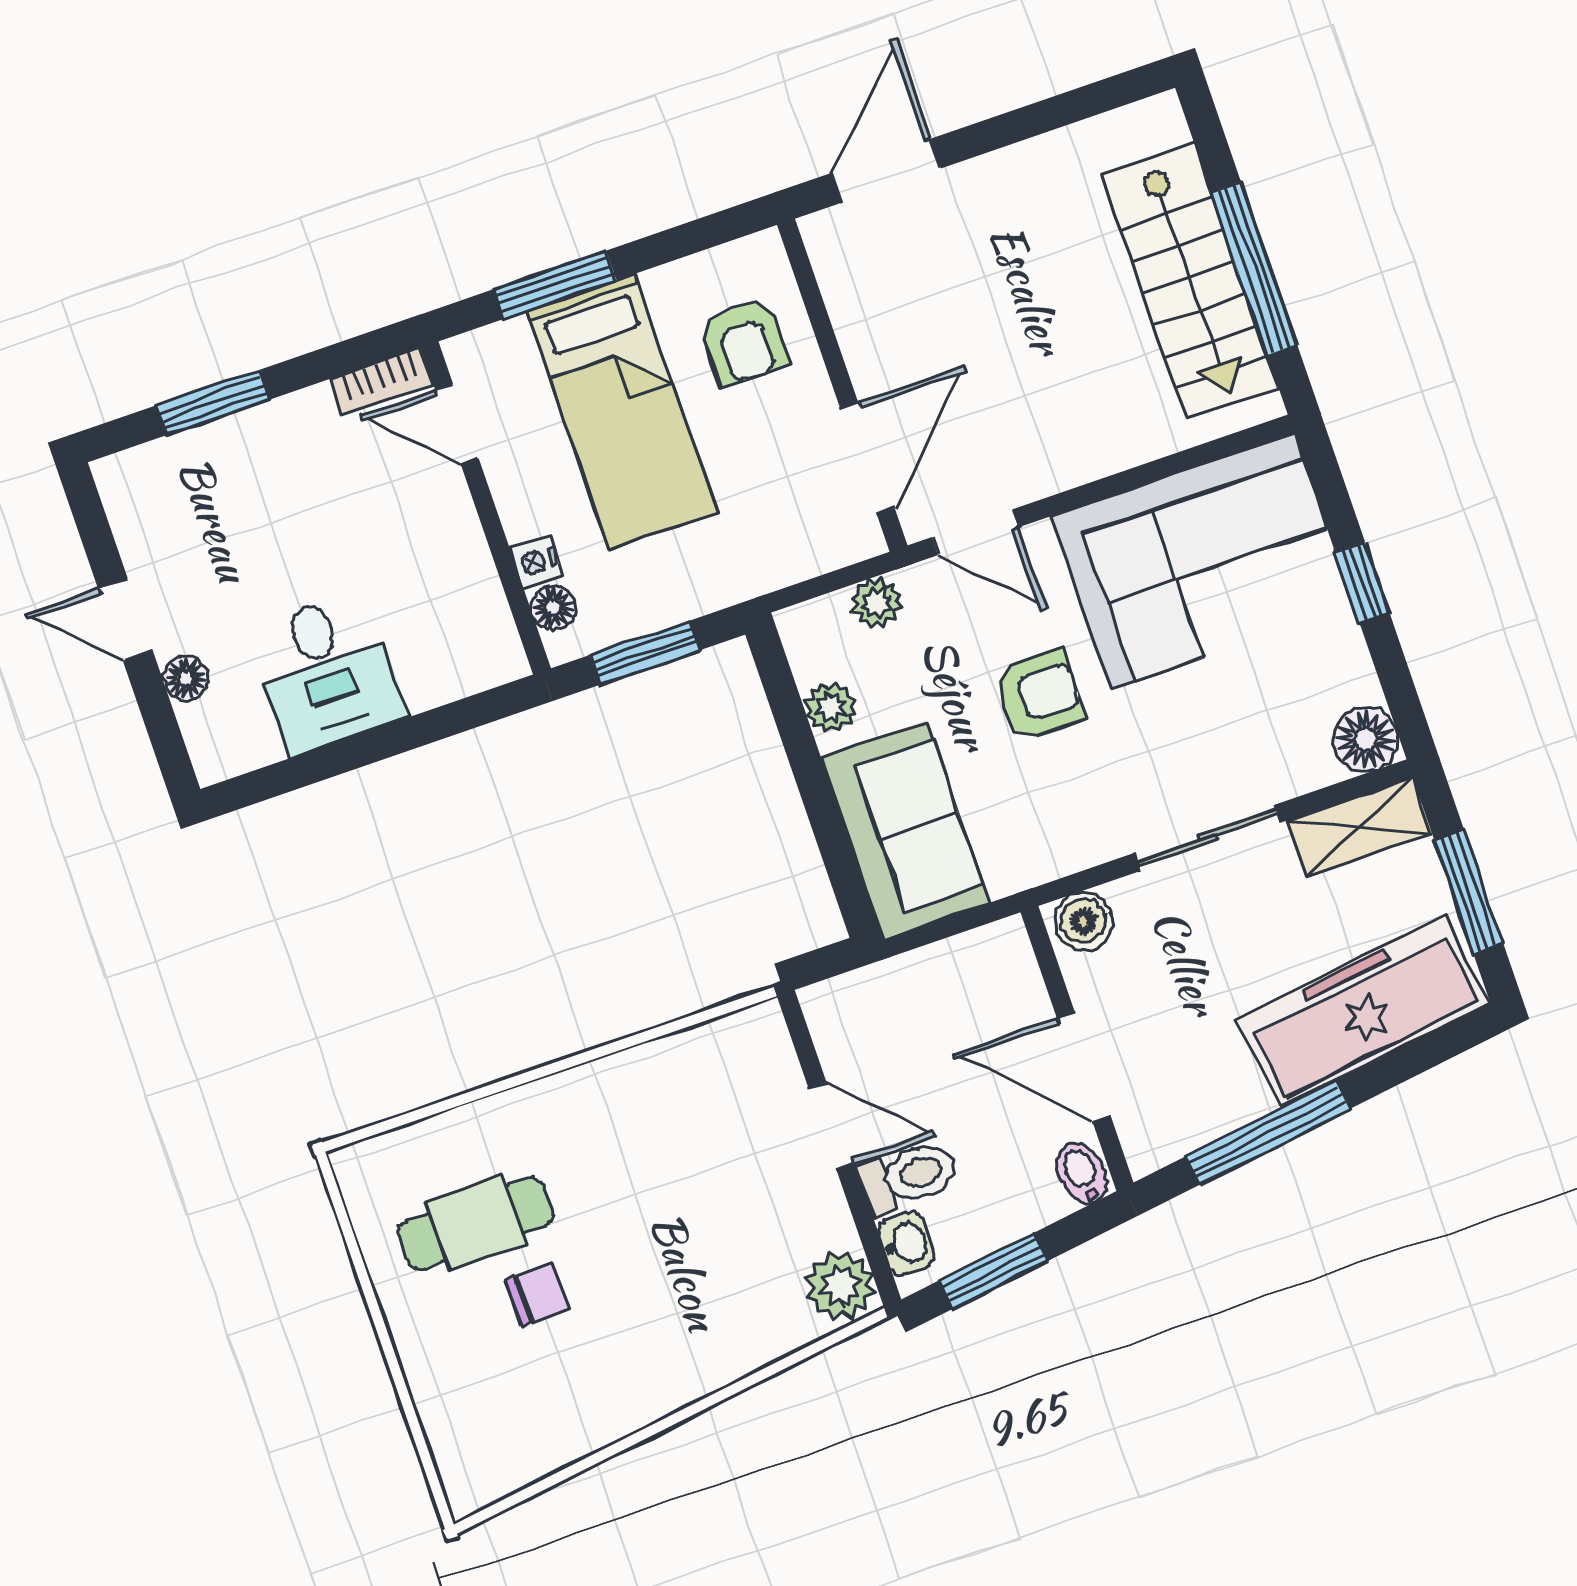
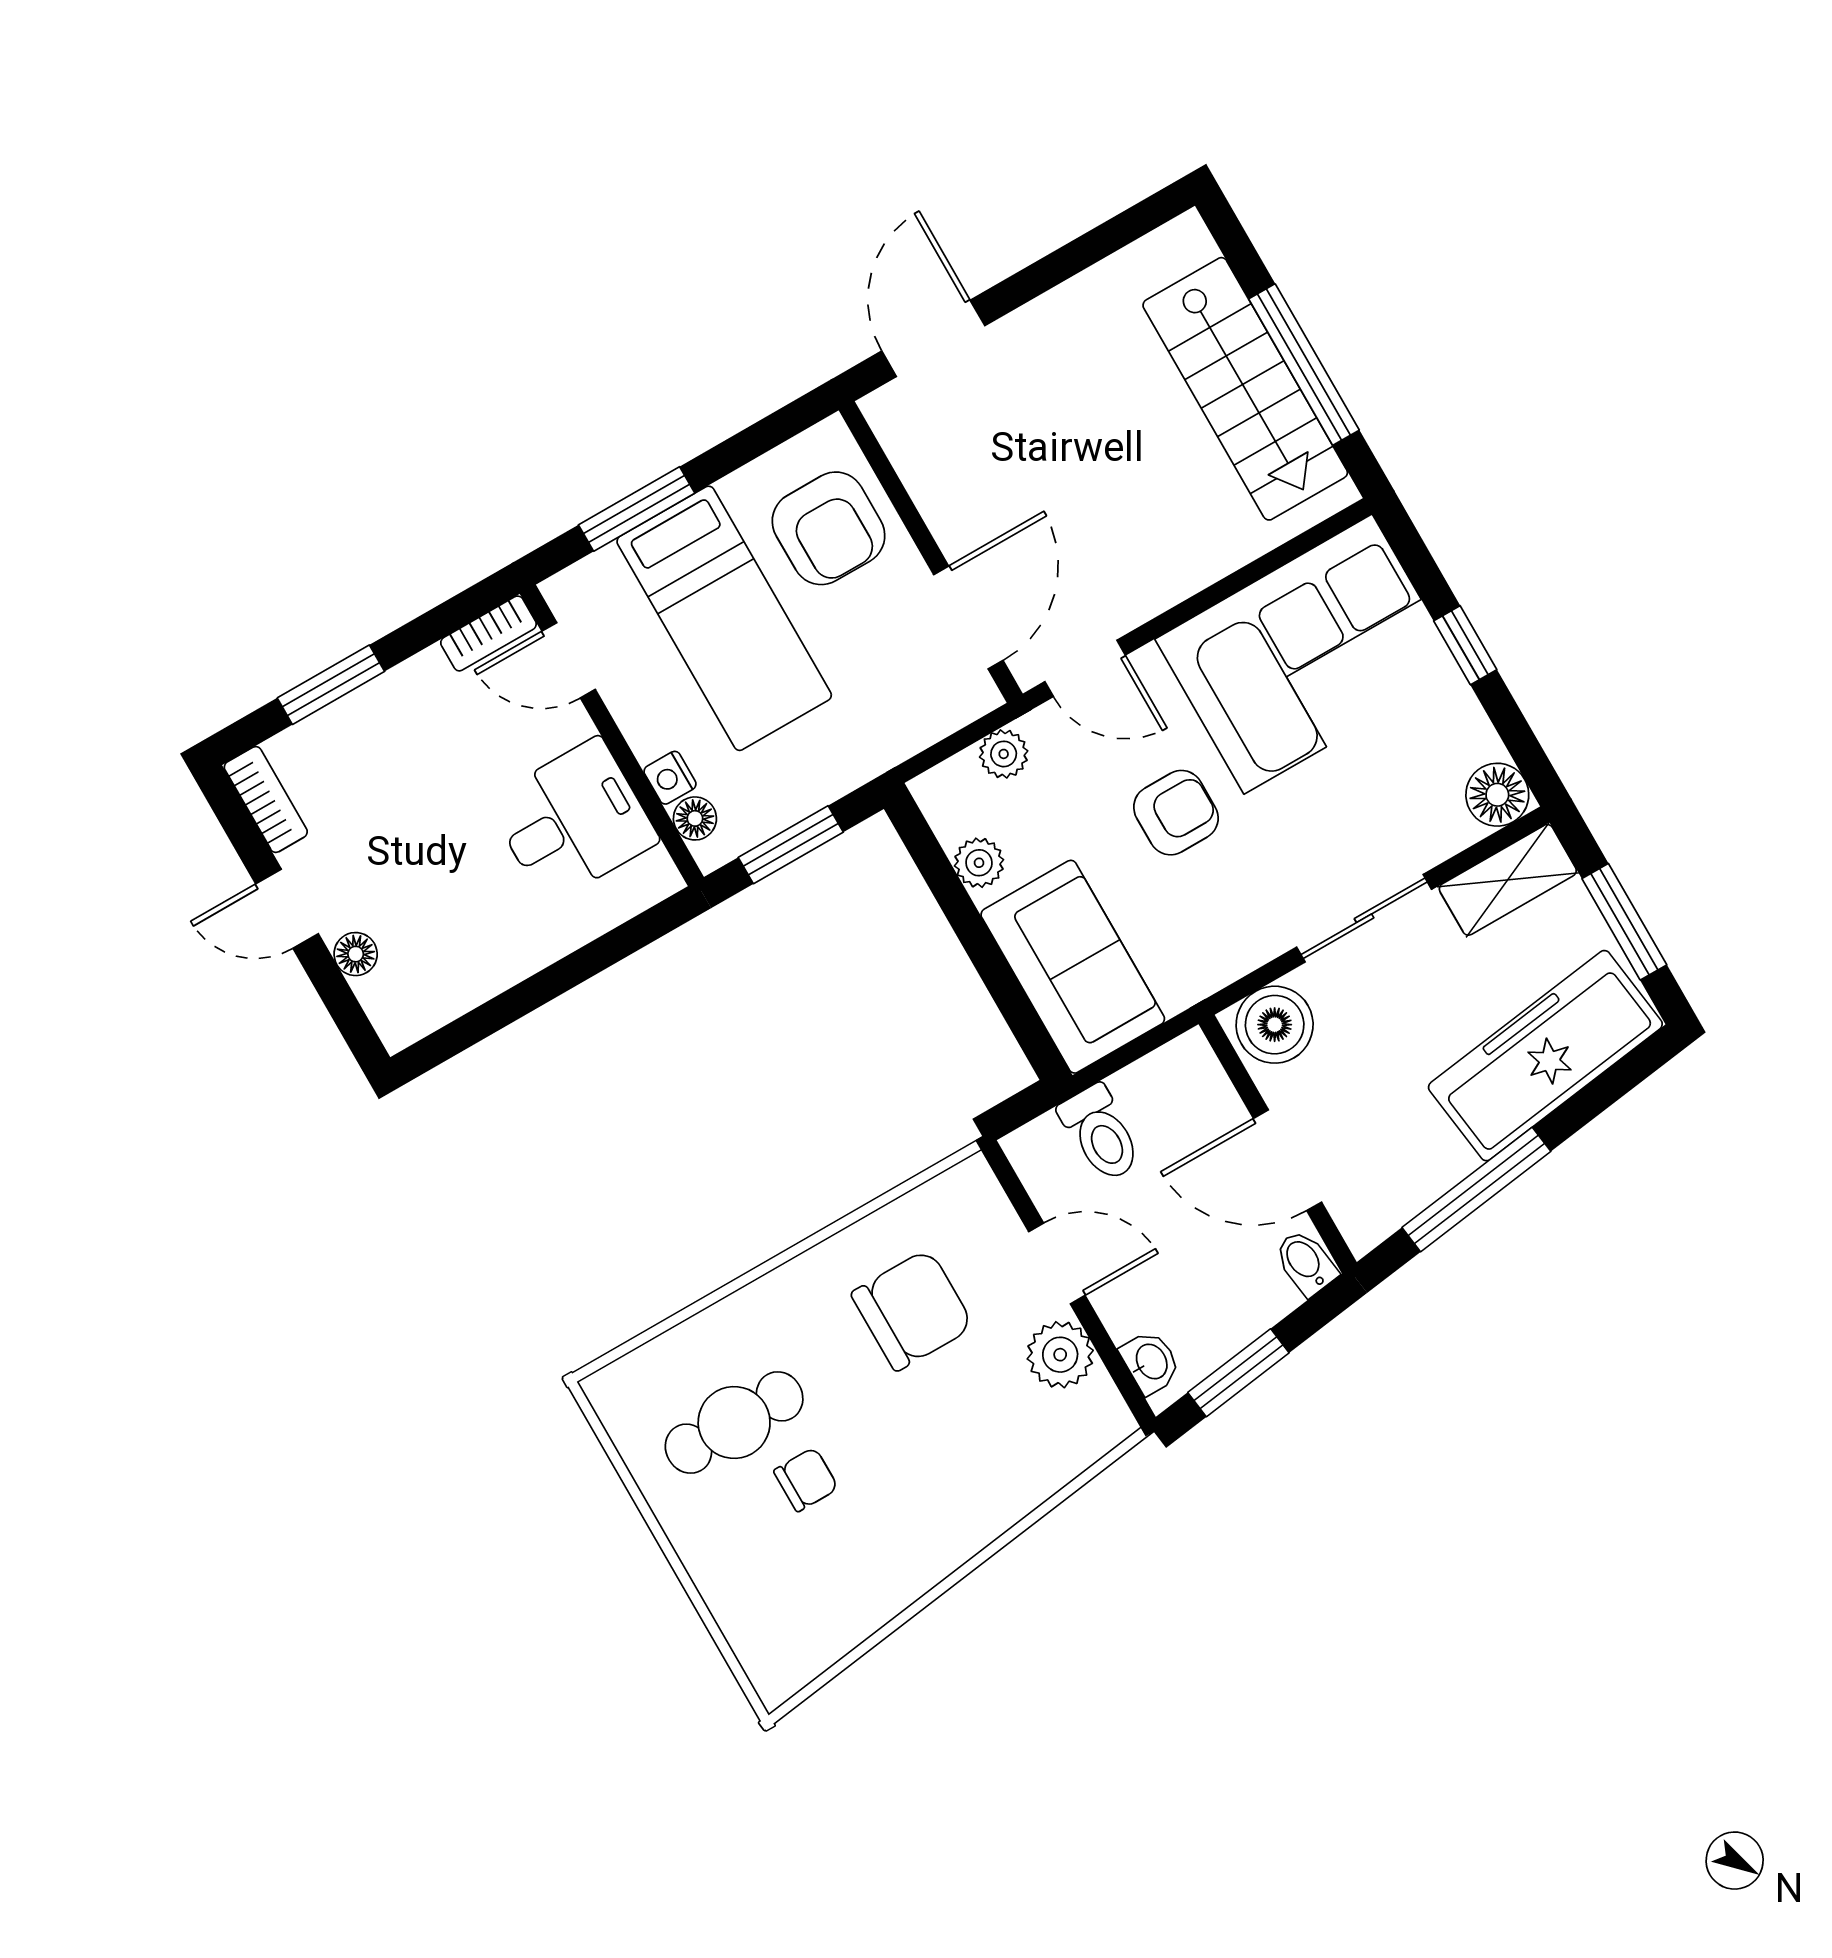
armchair: (744, 342) -> (829, 528), width x1.38, depth x1.38
bookcase: (125, 505) -> (266, 800), added
desk: (327, 673) -> (573, 821), moved, turned -90
boiler: (1083, 921) -> (1275, 1025), width x1.36, depth x1.36
chair: (677, 1145) -> (912, 1310), added
toilet: (909, 1176) -> (1101, 1133), moved, turned 90
plant: (840, 1286) -> (1060, 1355), moved

